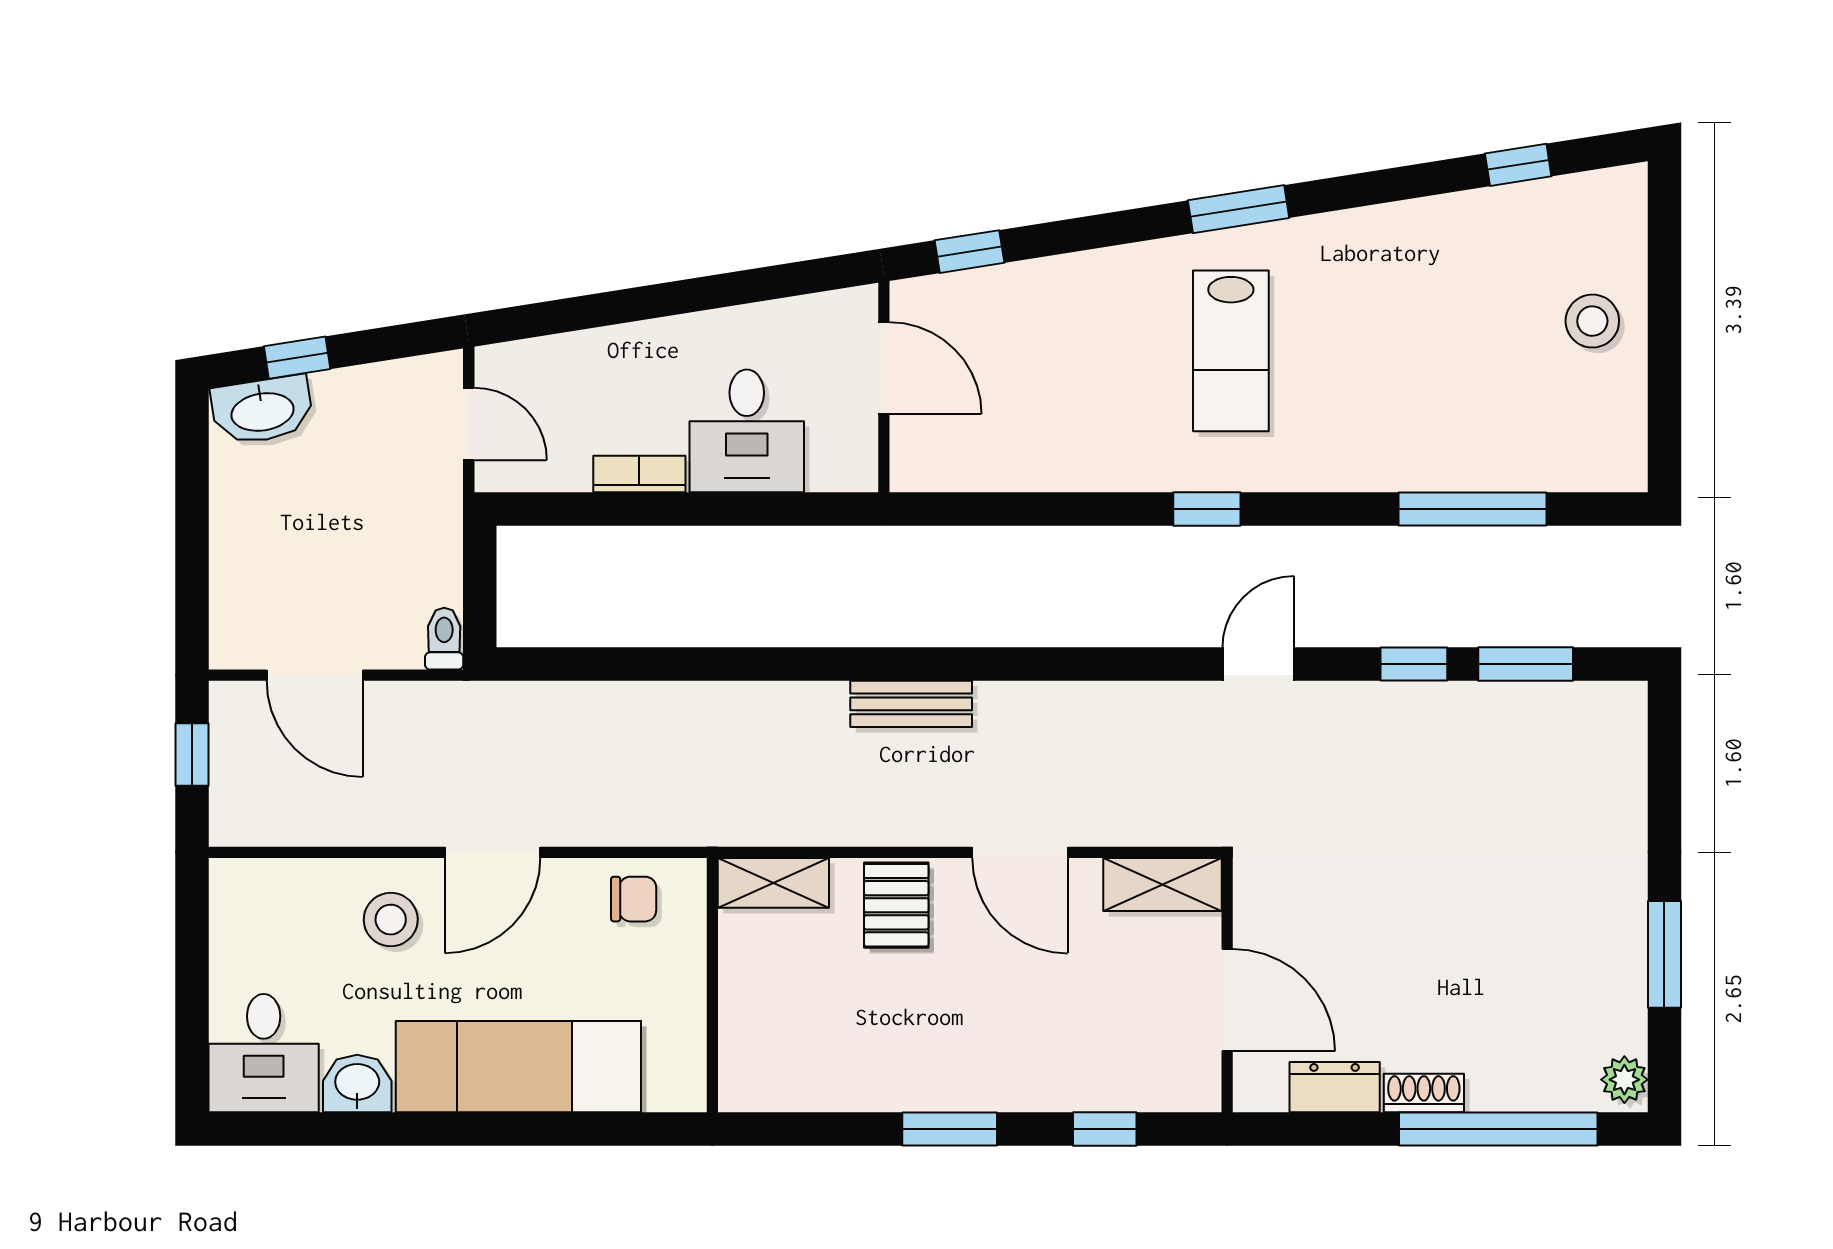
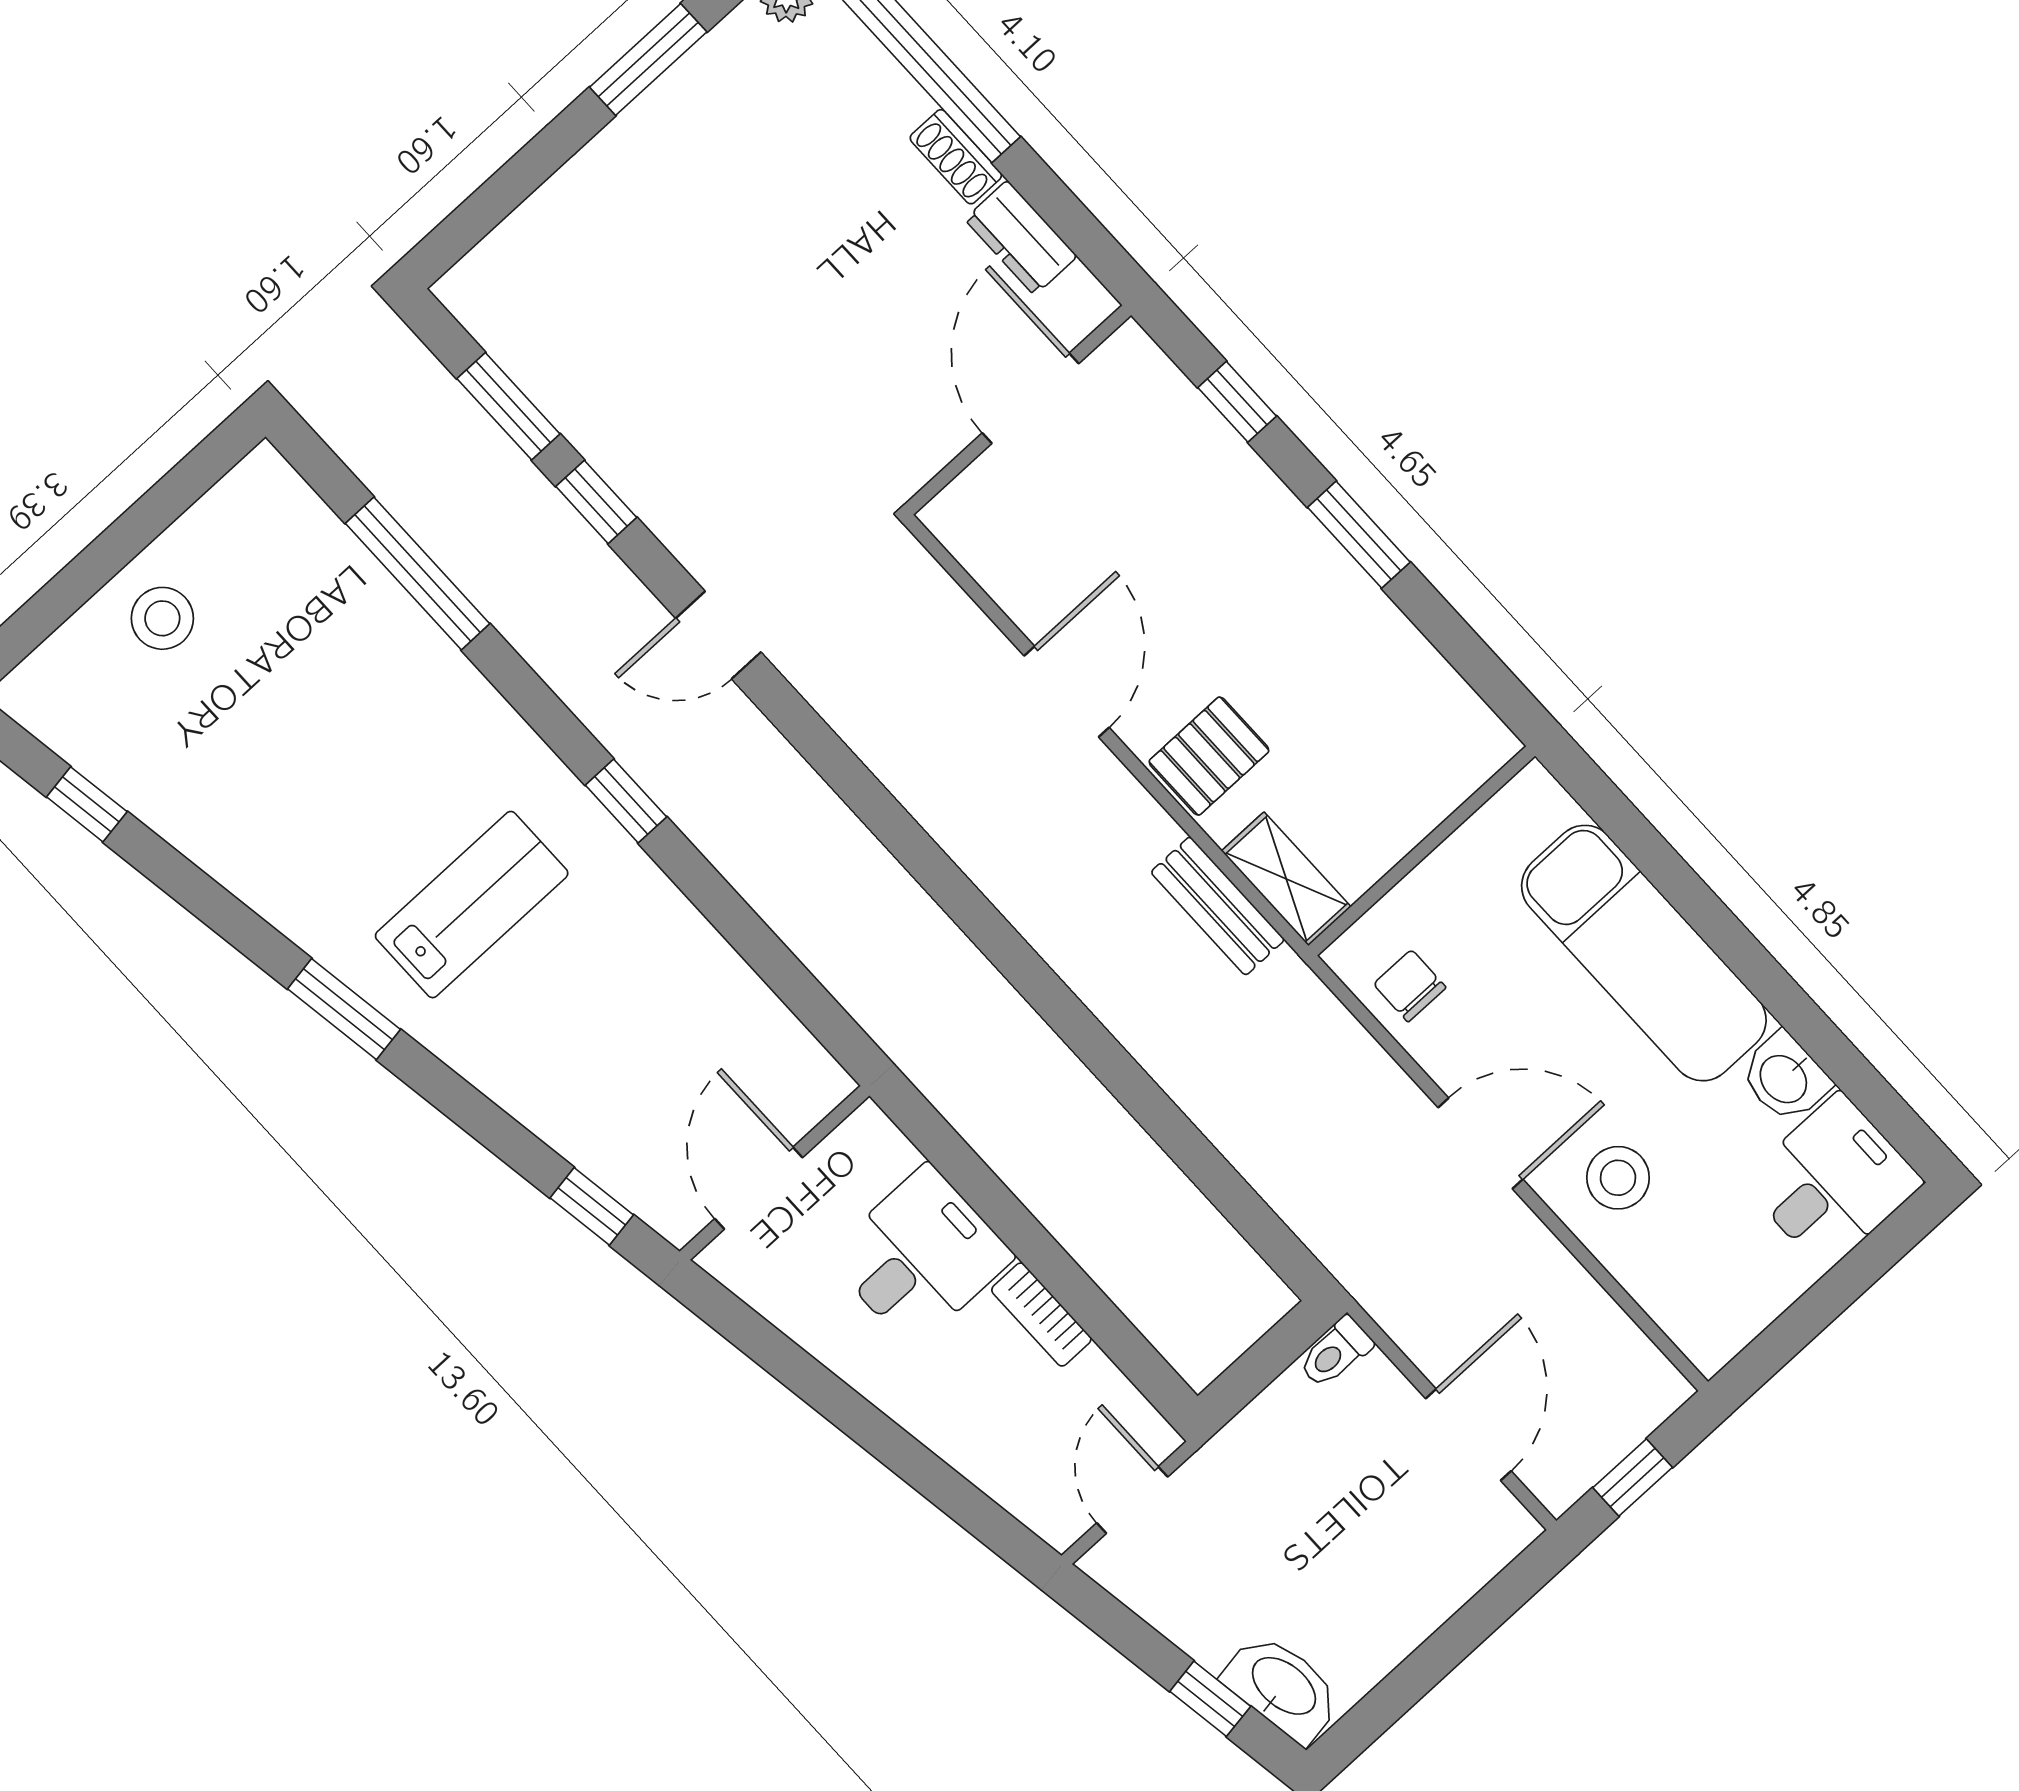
bench: (911, 704) -> (1218, 906), moved
shelving: (1163, 884) -> (982, 544), removed

